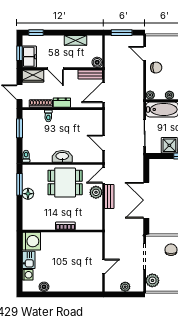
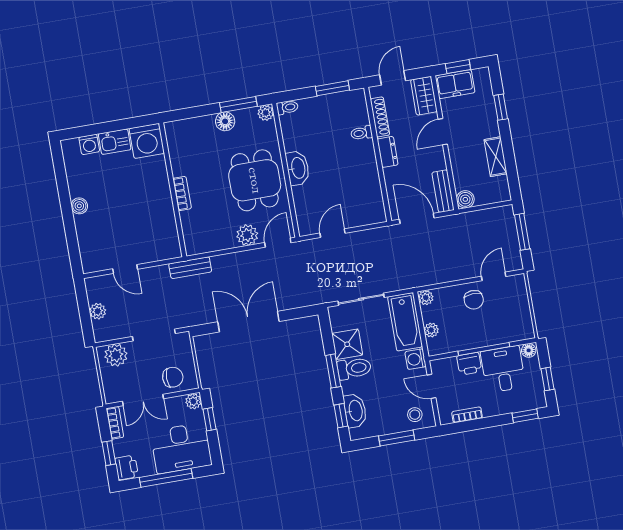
window: (36, 33) -> (501, 107), moved
plant: (27, 169) -> (266, 113), added
door: (103, 175) -> (278, 243), hinge flipped
bench: (109, 197) -> (190, 268), moved
boiler: (44, 287) -> (79, 206), moved

